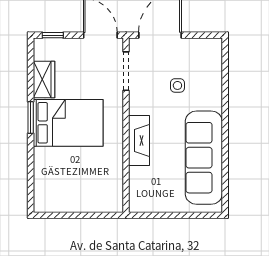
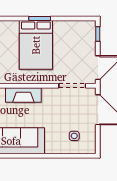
wardrobe: (44, 79) -> (67, 28), removed
side table: (177, 85) -> (74, 136), moved

